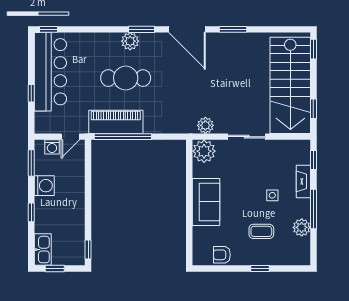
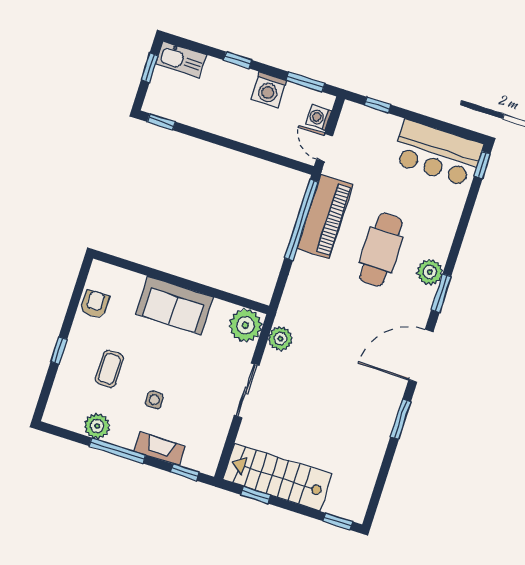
bar counter: (50, 72) -> (437, 153), width x0.73
stairs: (290, 85) -> (277, 477), width x0.73, depth x0.66
window: (31, 93) -> (378, 105), moved

